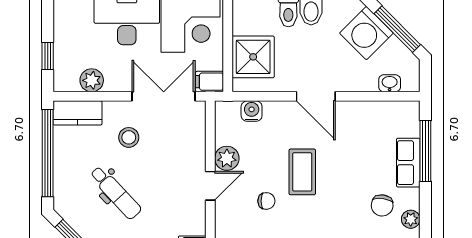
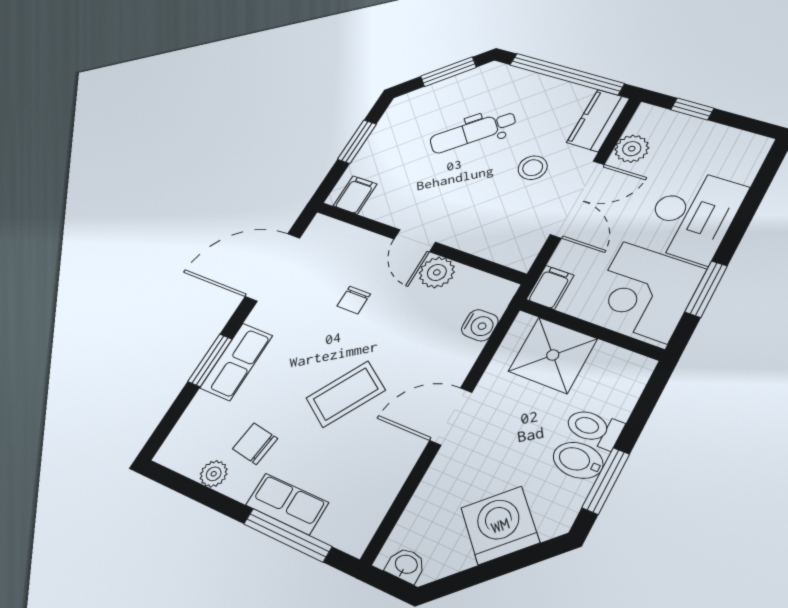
window: (397, 29) -> (481, 574), removed
washbasin: (390, 83) -> (406, 565), moved, turned -90
double door: (164, 96) -> (577, 199), moved
coffee table: (302, 172) -> (346, 394), moved, turned -58

